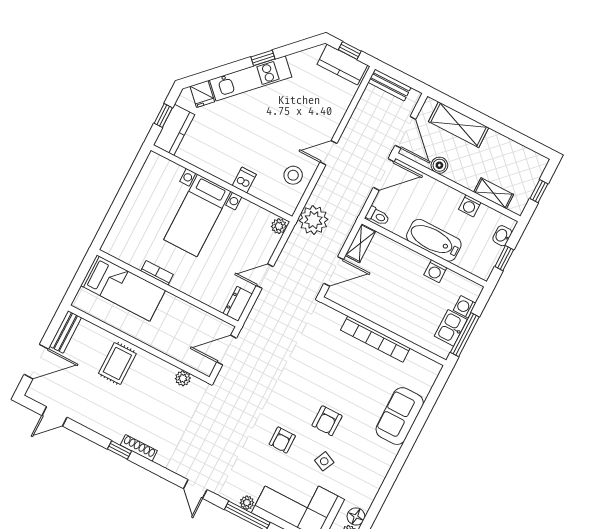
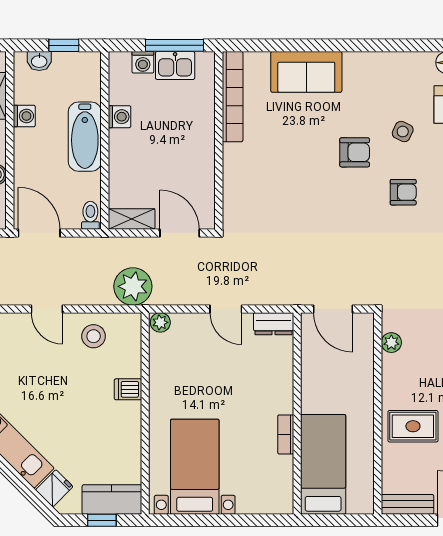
bed with nightstands: (197, 215) -> (195, 467), moved, turned -90
bookcase: (375, 339) -> (233, 97), moved

